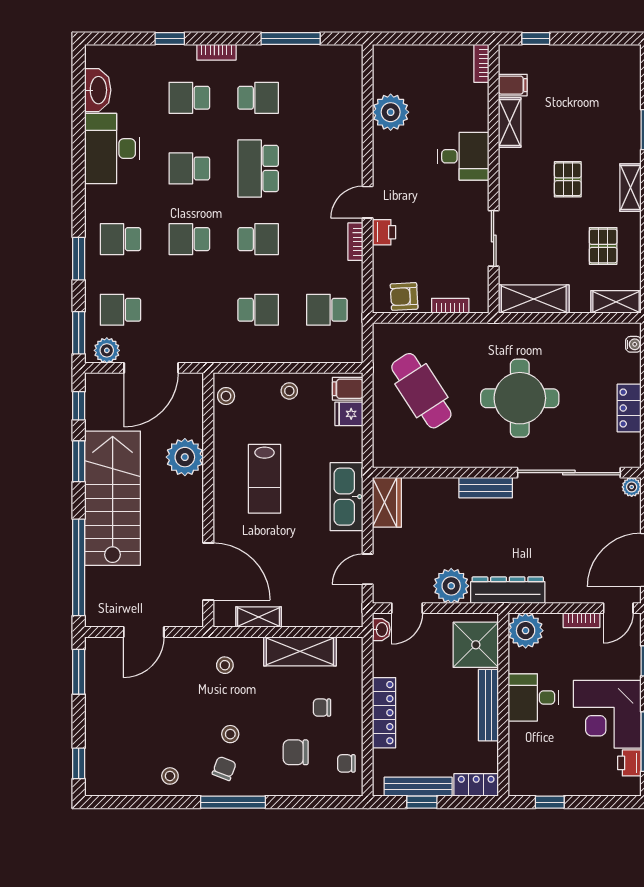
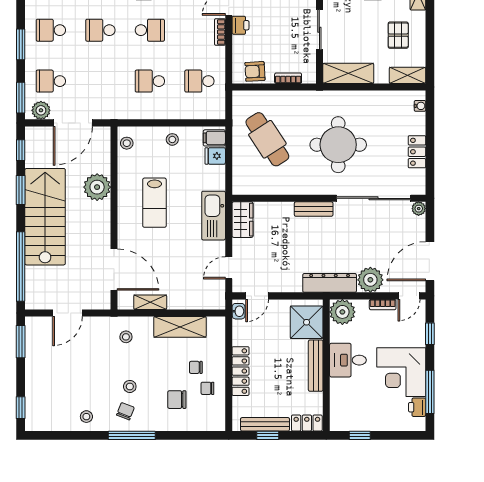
school desk: (258, 310) -> (150, 81), turned 180
plant: (451, 586) -> (370, 280), moved
chair: (346, 763) -> (207, 388), moved

